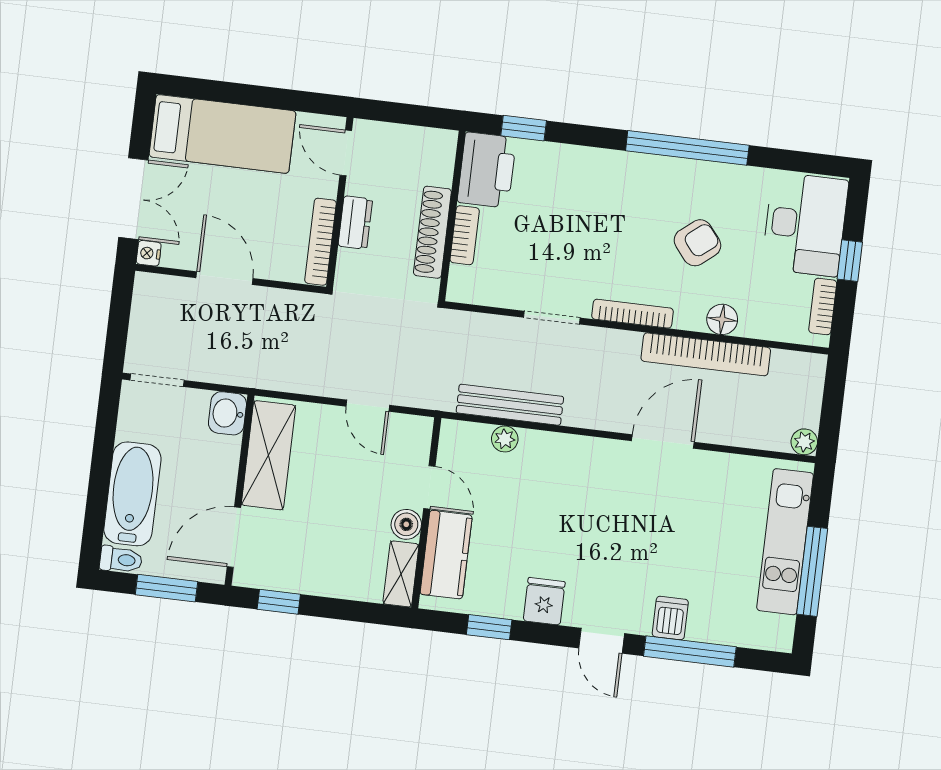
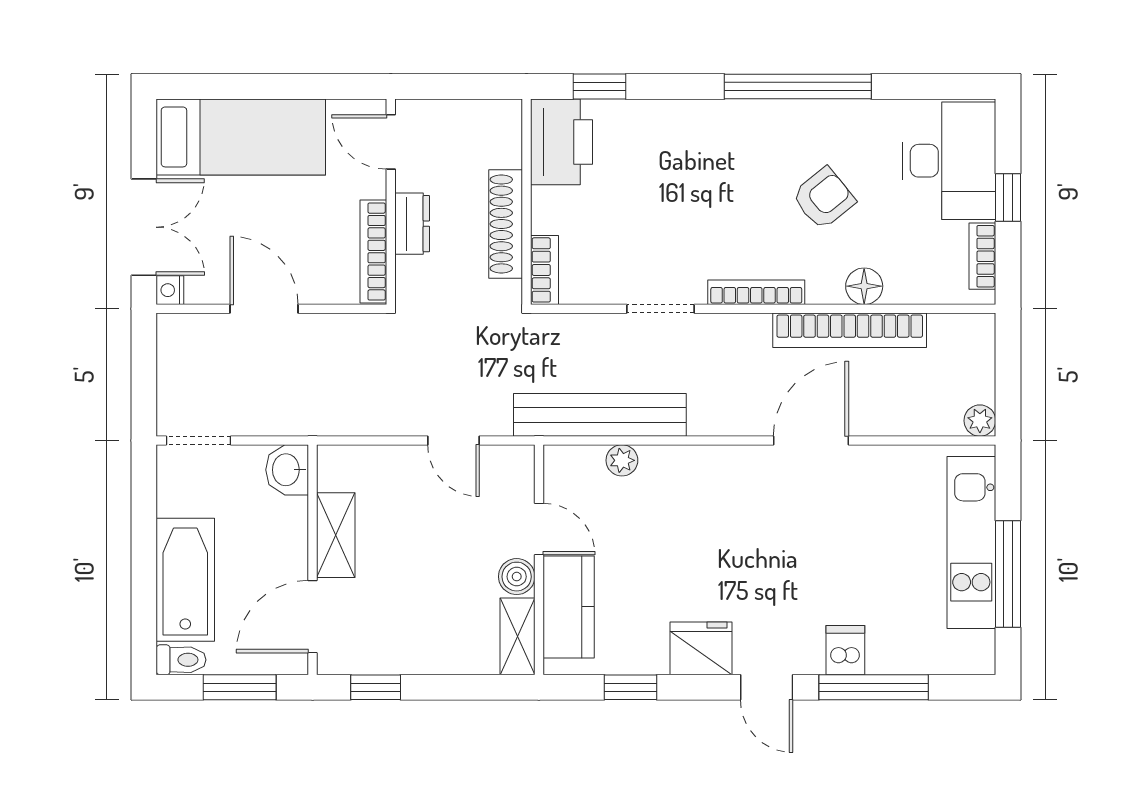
bookcase: (465, 235) -> (545, 270), moved
bench: (510, 405) -> (600, 415), width x1.37, depth x1.21
shelving: (268, 455) -> (336, 535), width x0.67, depth x0.75
fridge: (544, 601) -> (701, 648), width x1.38

